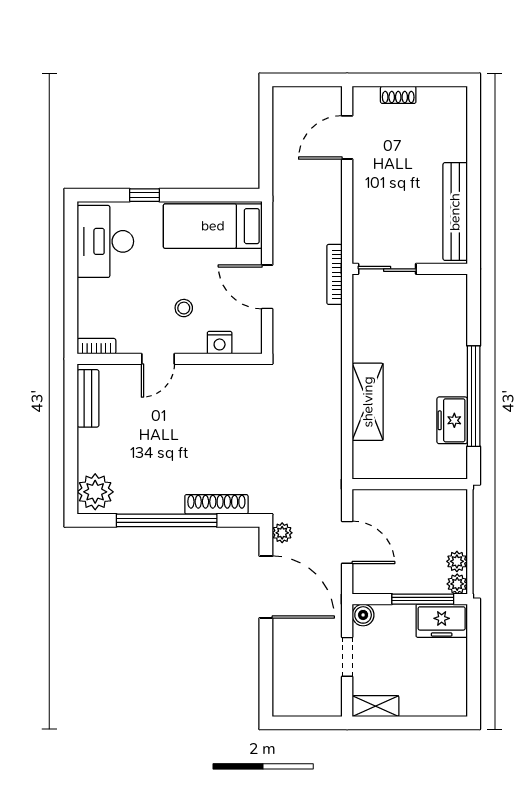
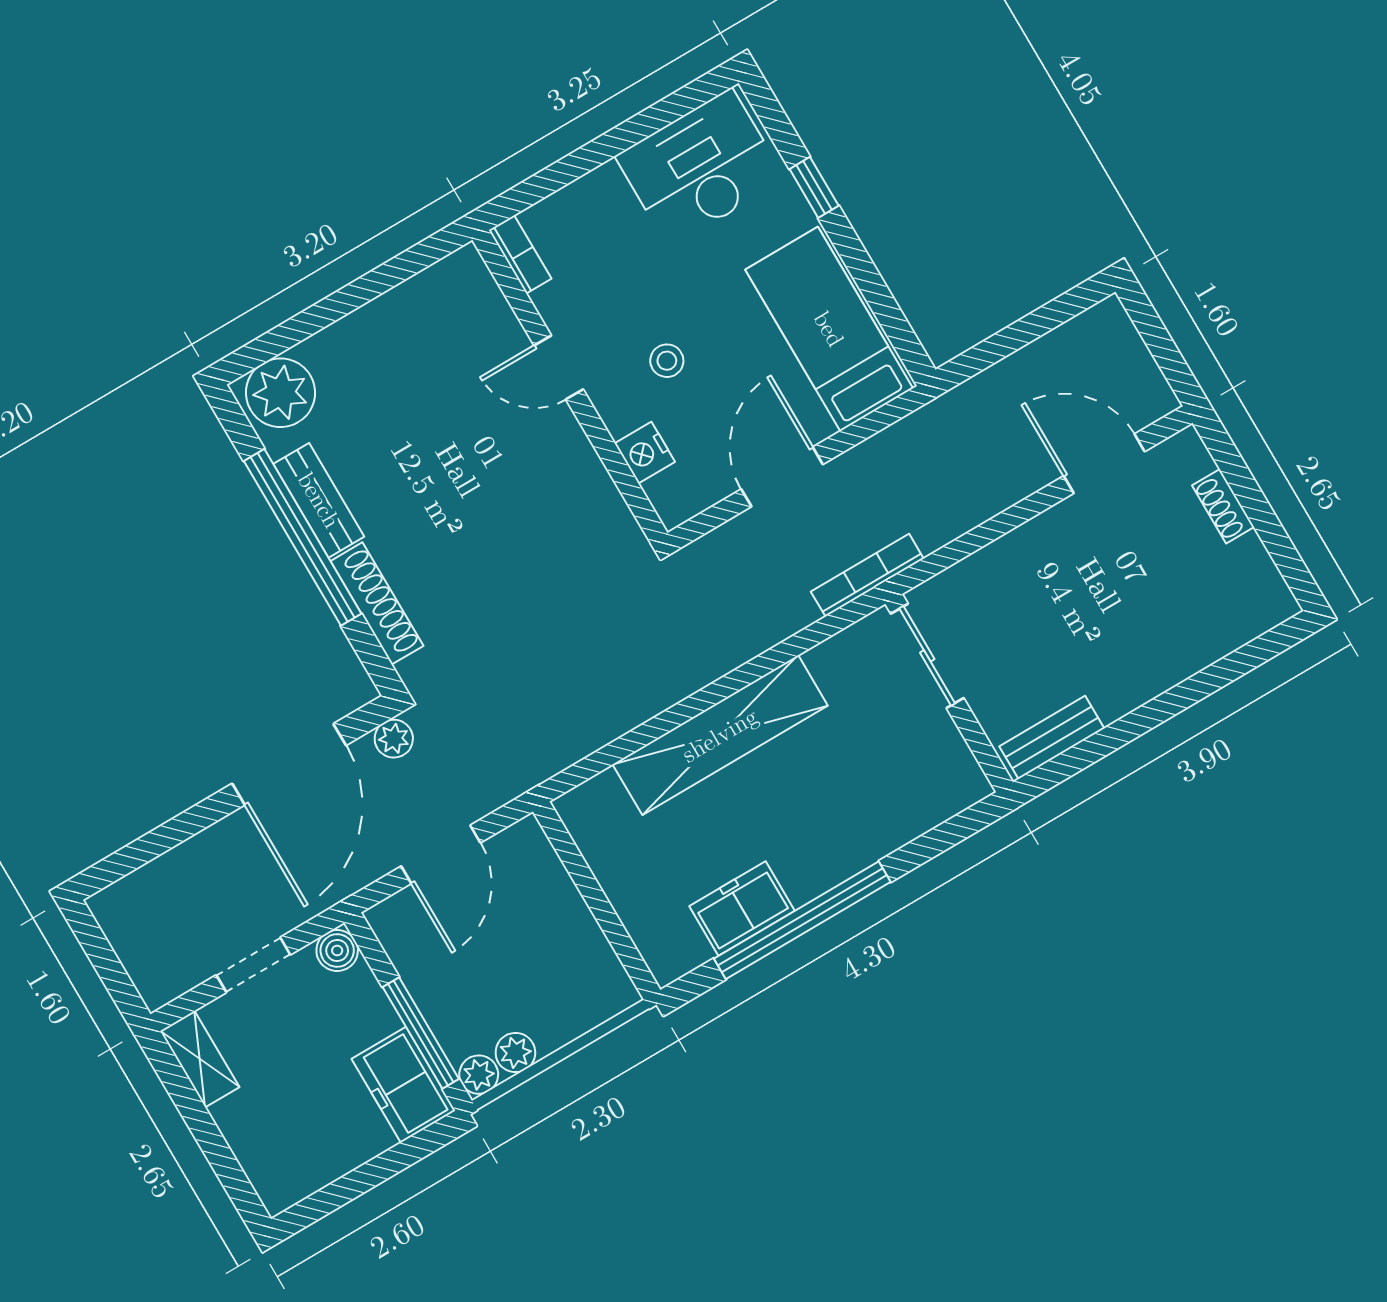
bench: (455, 212) -> (1052, 737), width x0.54, depth x0.82
bench: (88, 398) -> (319, 500), moved, turned 90
shelving: (368, 402) -> (720, 735), width x1.47

